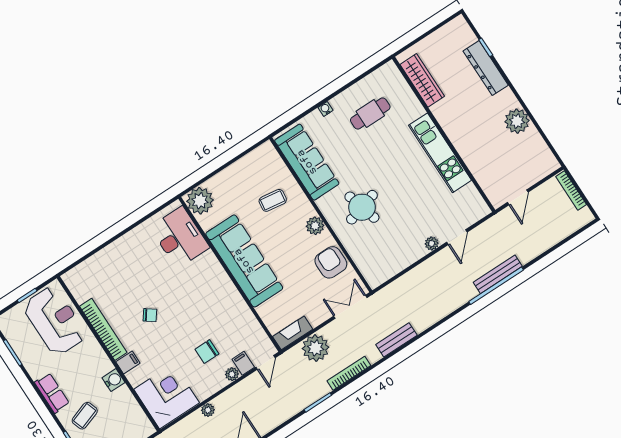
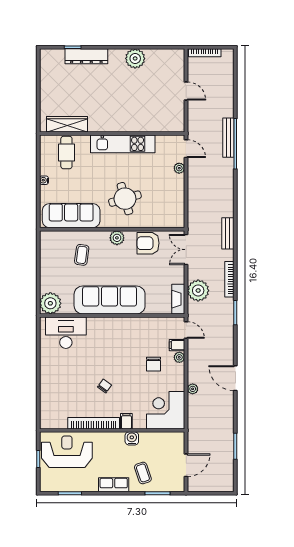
wardrobe: (422, 80) -> (67, 124), moved
wall: (444, 134) -> (112, 133), moved
kitchen unit: (440, 153) -> (123, 144), moved

